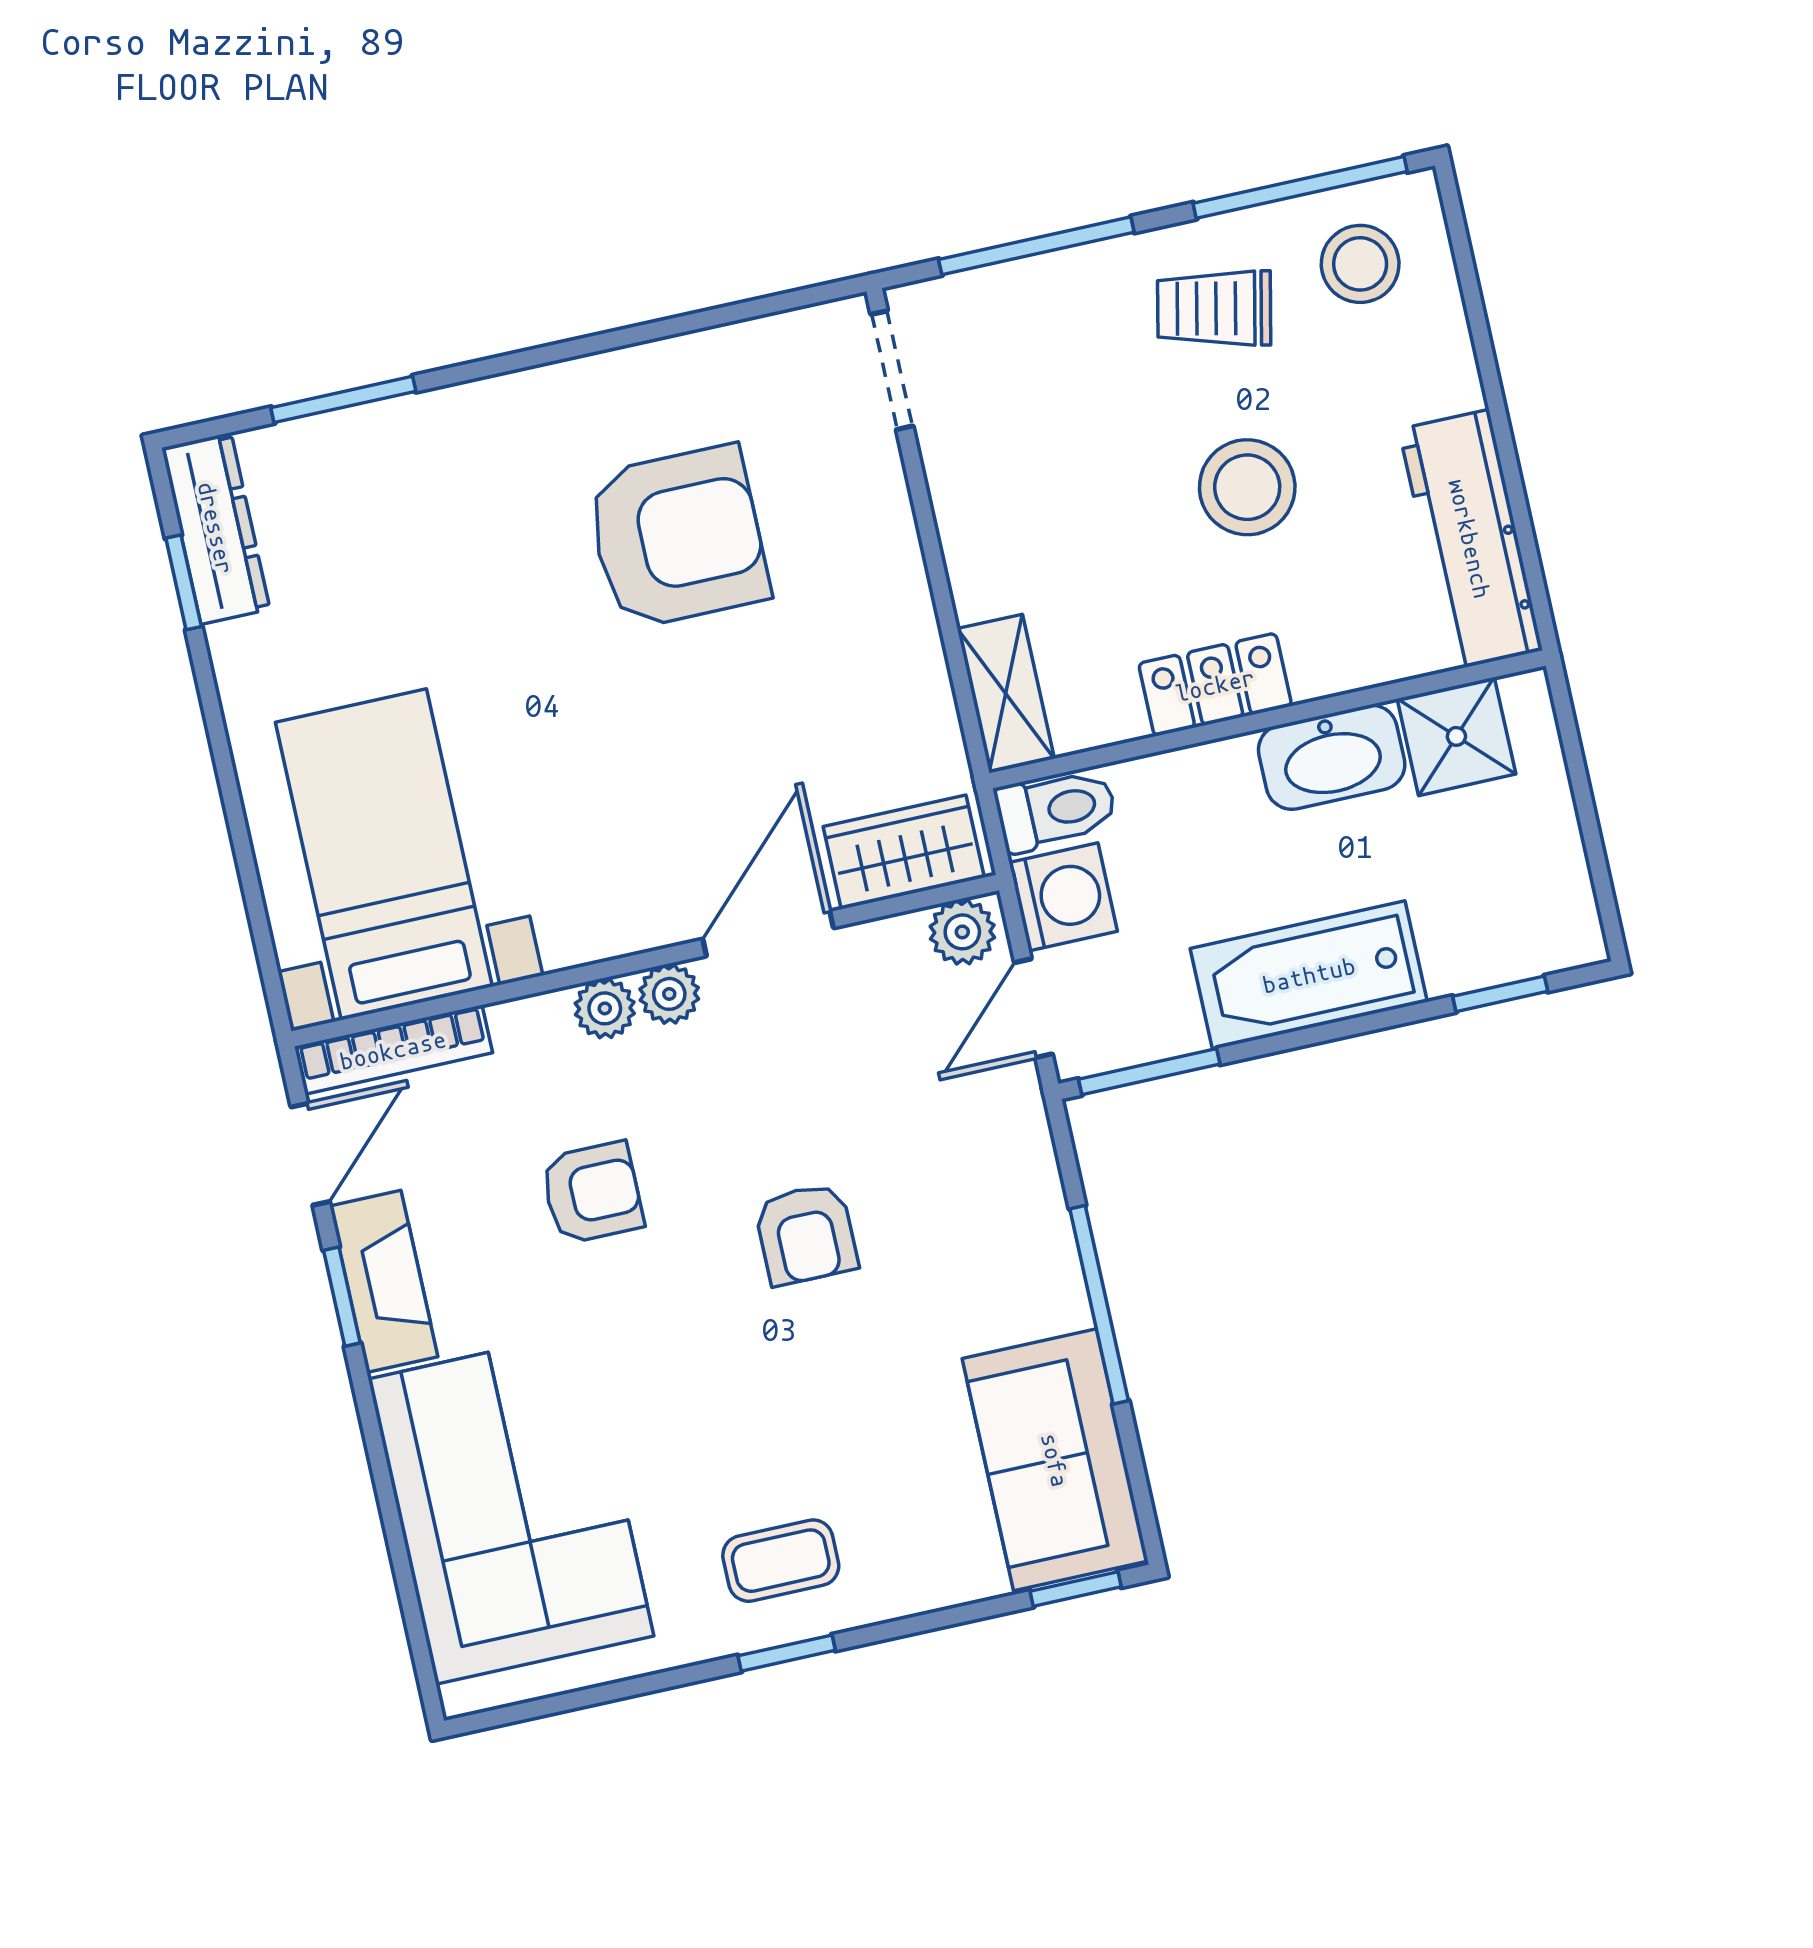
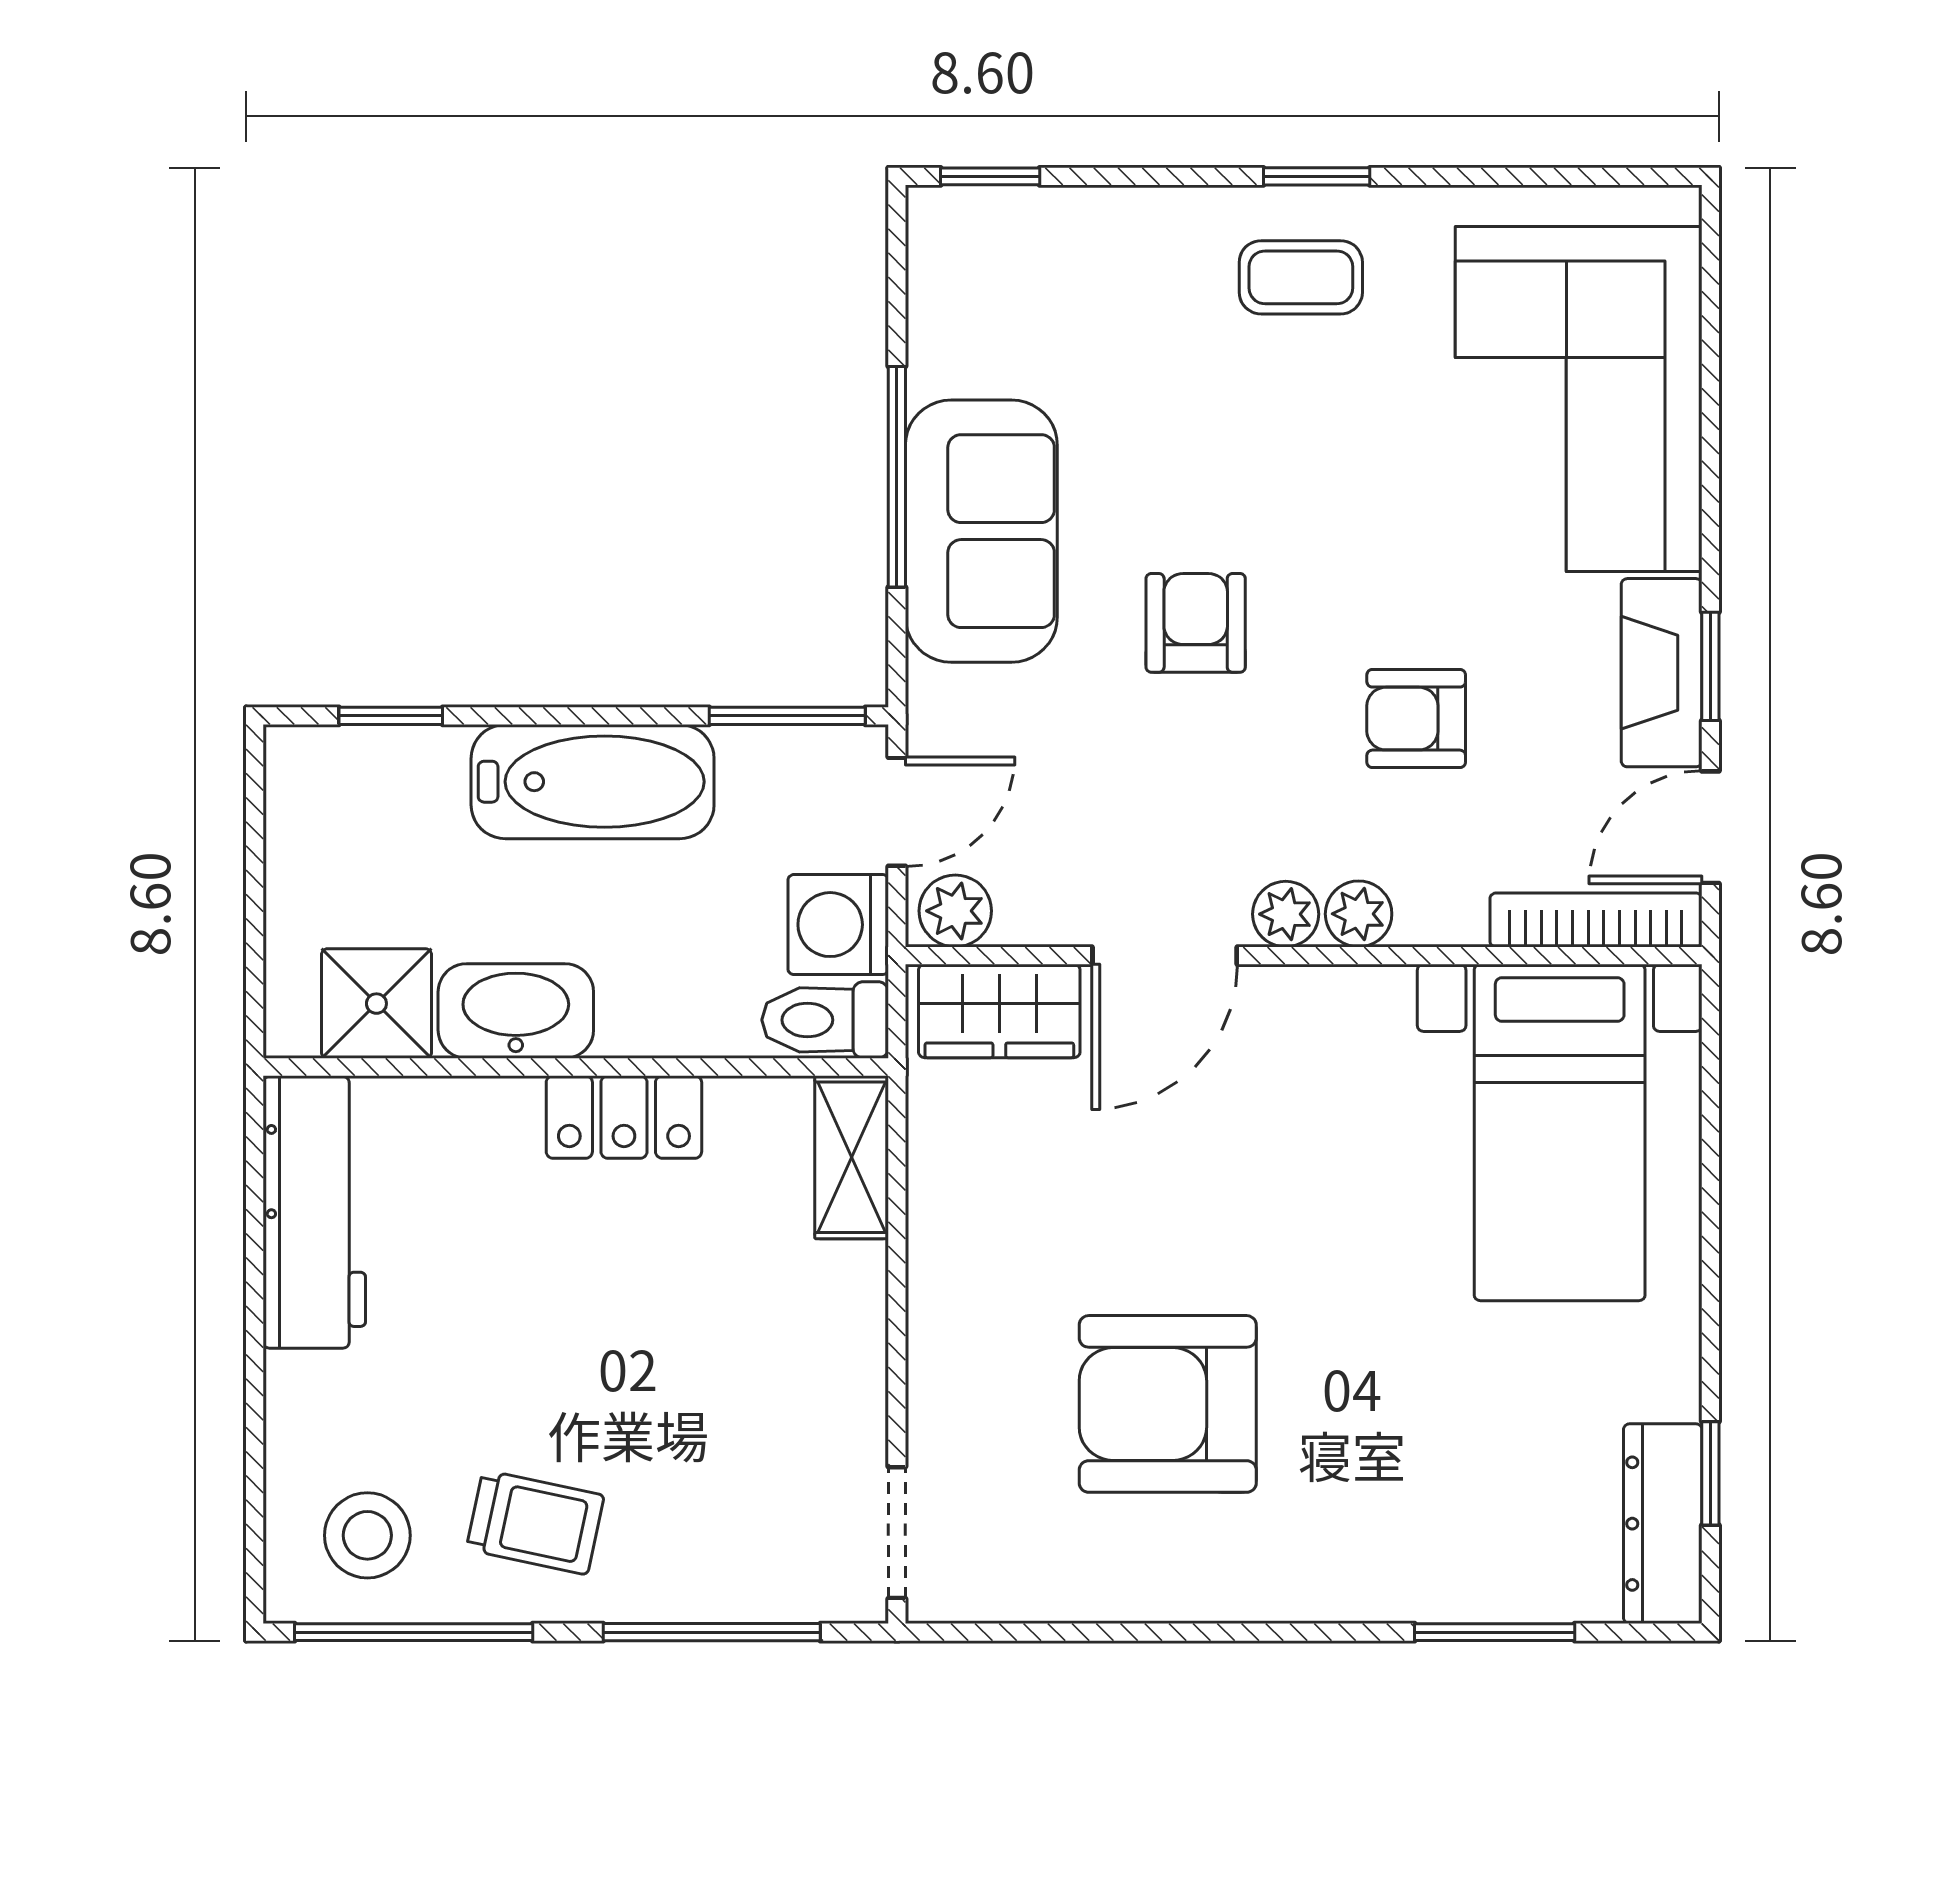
stool: (1247, 487) -> (542, 1322), removed
sofa: (1055, 1460) -> (981, 531), moved

